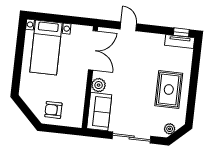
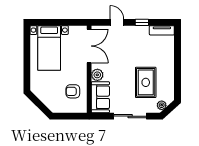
window: (181, 32) -> (142, 22), moved
rug: (169, 90) -> (146, 82), moved
armchair: (53, 110) -> (73, 91), moved

